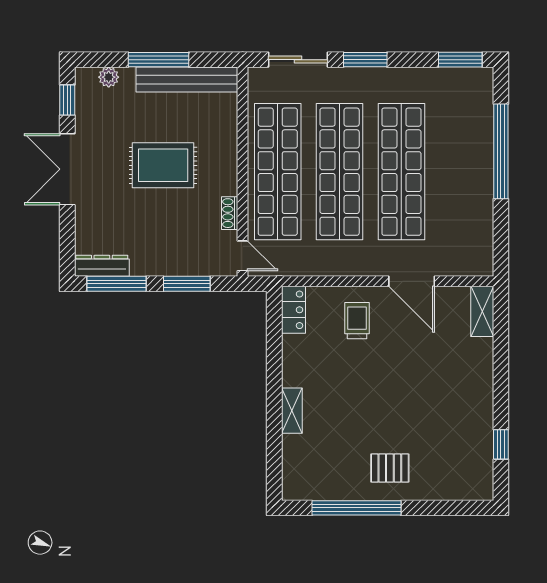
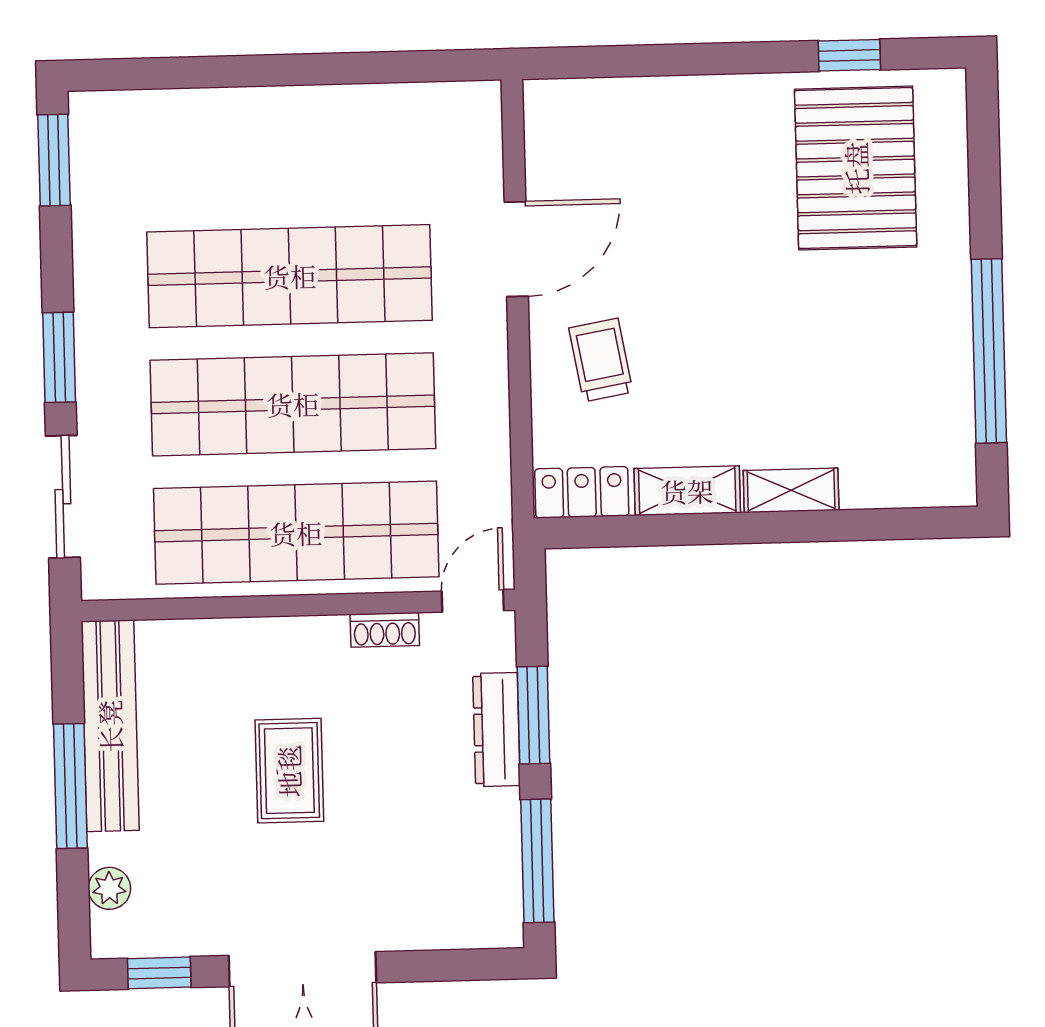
window: (501, 151) -> (242, 71), removed
rug: (163, 165) -> (289, 771), width x0.73, depth x0.70
dresser: (102, 266) -> (497, 730), moved
shelving: (482, 311) -> (687, 491), moved
trolley: (357, 321) -> (601, 360), turned 80
pallet: (390, 468) -> (856, 168), moved, width x2.05, depth x2.00

